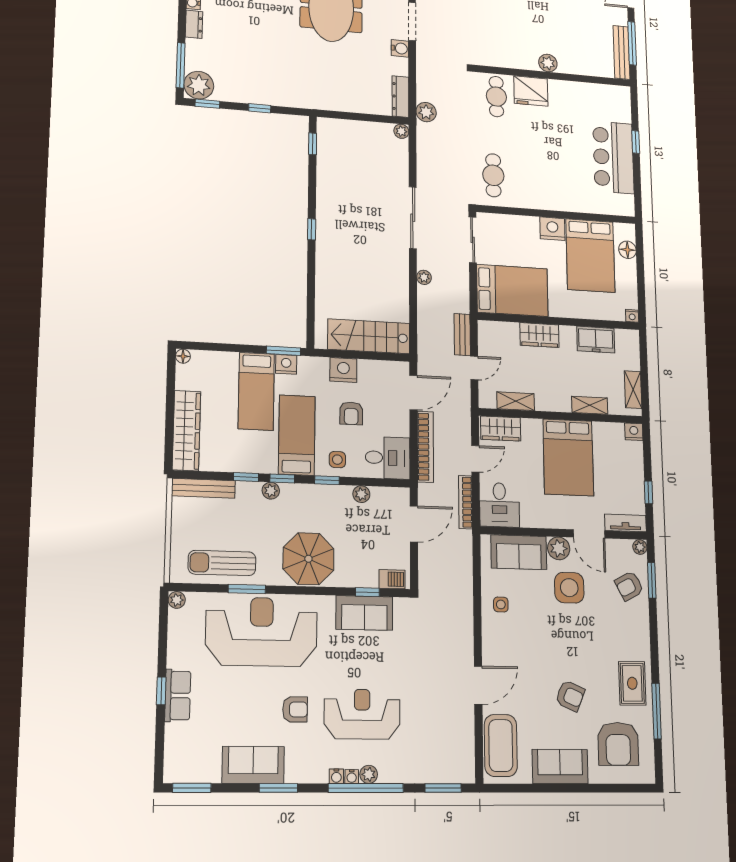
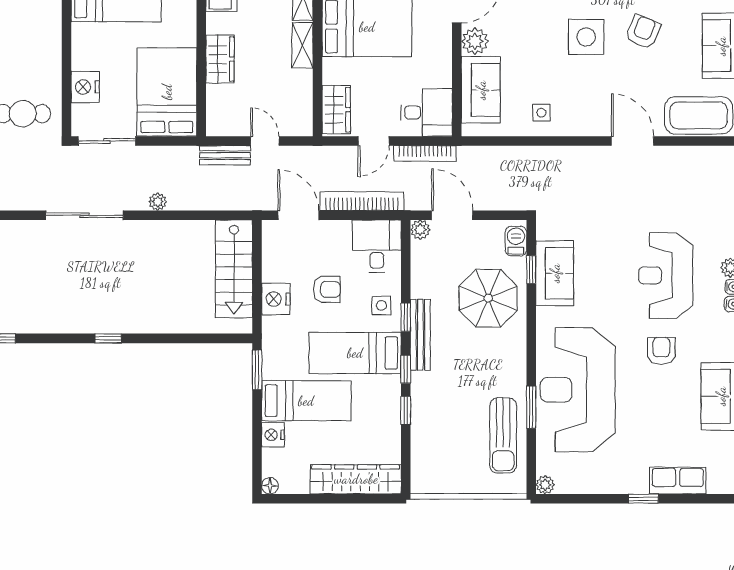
nightstand: (552, 229) -> (85, 87), moved
nightstand: (286, 364) -> (273, 435), moved
shelving: (516, 401) -> (302, 45), moved
door: (475, 459) -> (374, 141), swing flipped
bench: (203, 488) -> (420, 335), moved
plant: (271, 491) -> (420, 382), removed
plant: (361, 494) -> (420, 230), moved
parasol: (308, 559) -> (488, 298), moved
side table: (569, 588) -> (586, 37), moved
row of seats: (178, 695) -> (678, 481), moved

